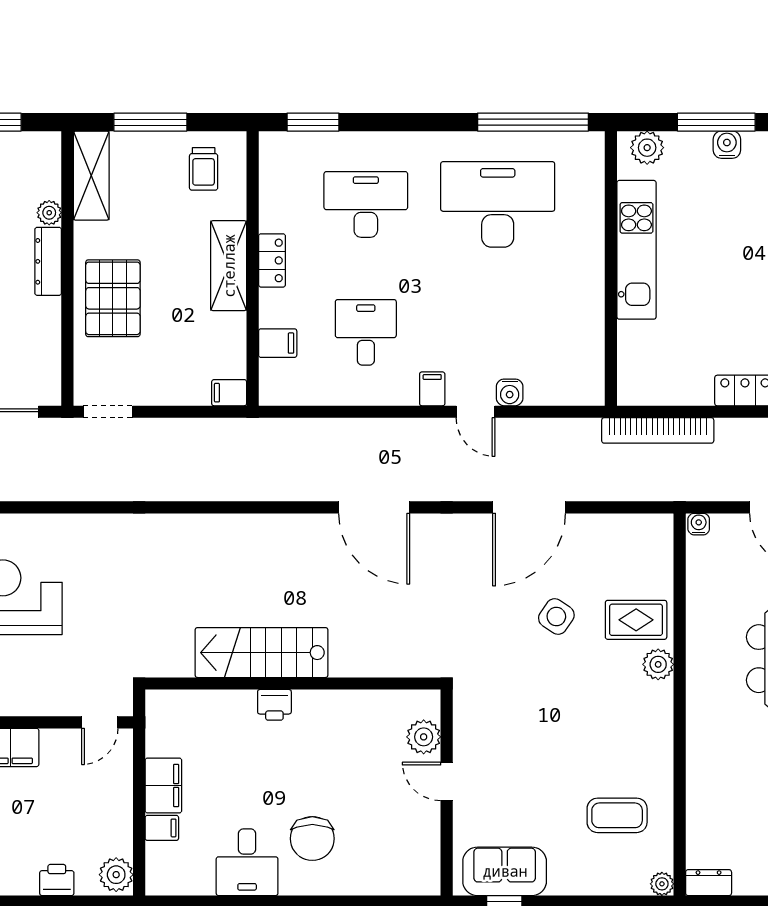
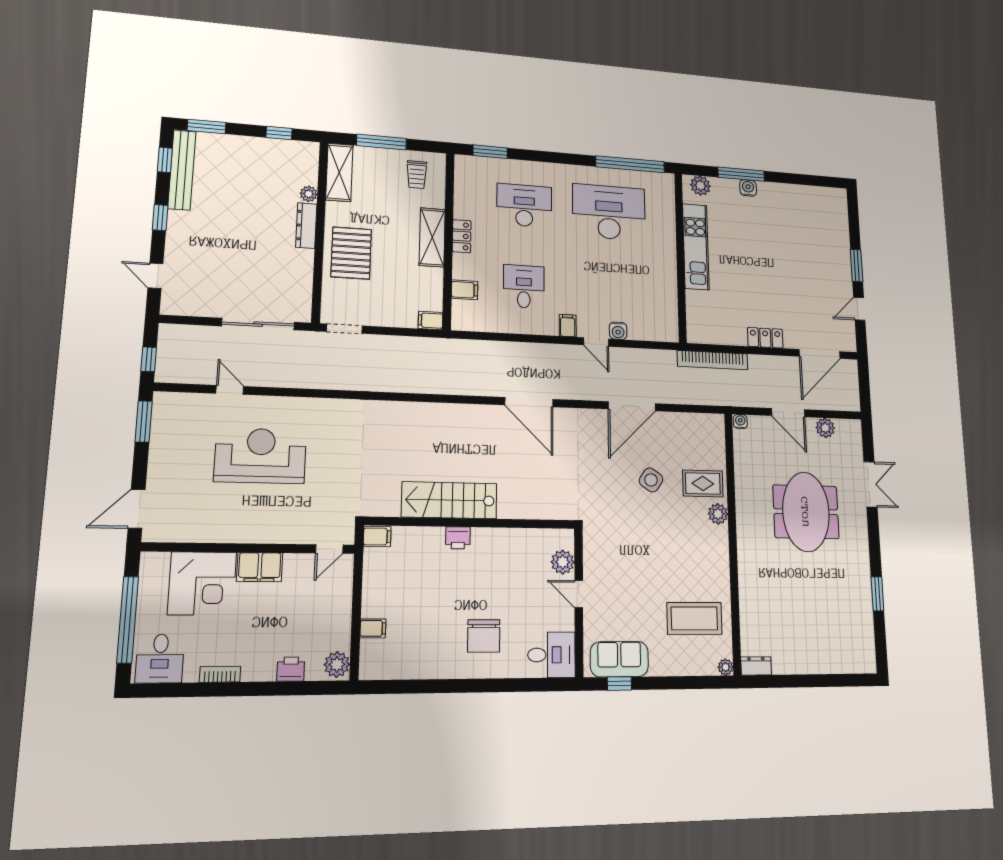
filing cabinet: (163, 785) -> (377, 537), moved, width x0.50
coffee table: (617, 815) -> (694, 618), width x1.36, depth x1.32
desk: (247, 862) -> (551, 655), moved, turned -90

